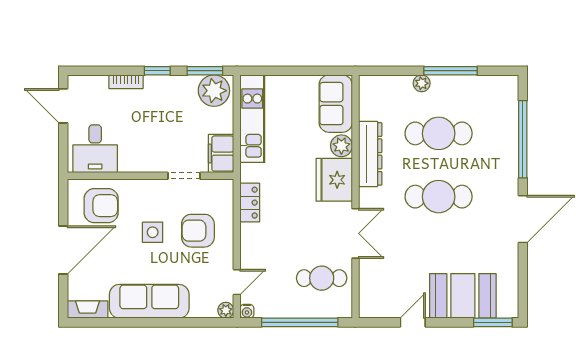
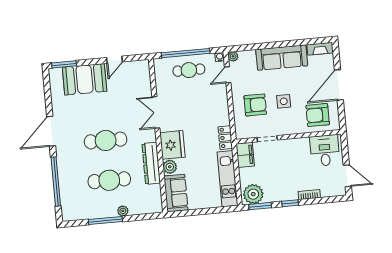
locker: (250, 203) -> (225, 138), moved
cafe table: (322, 278) -> (189, 70), moved

